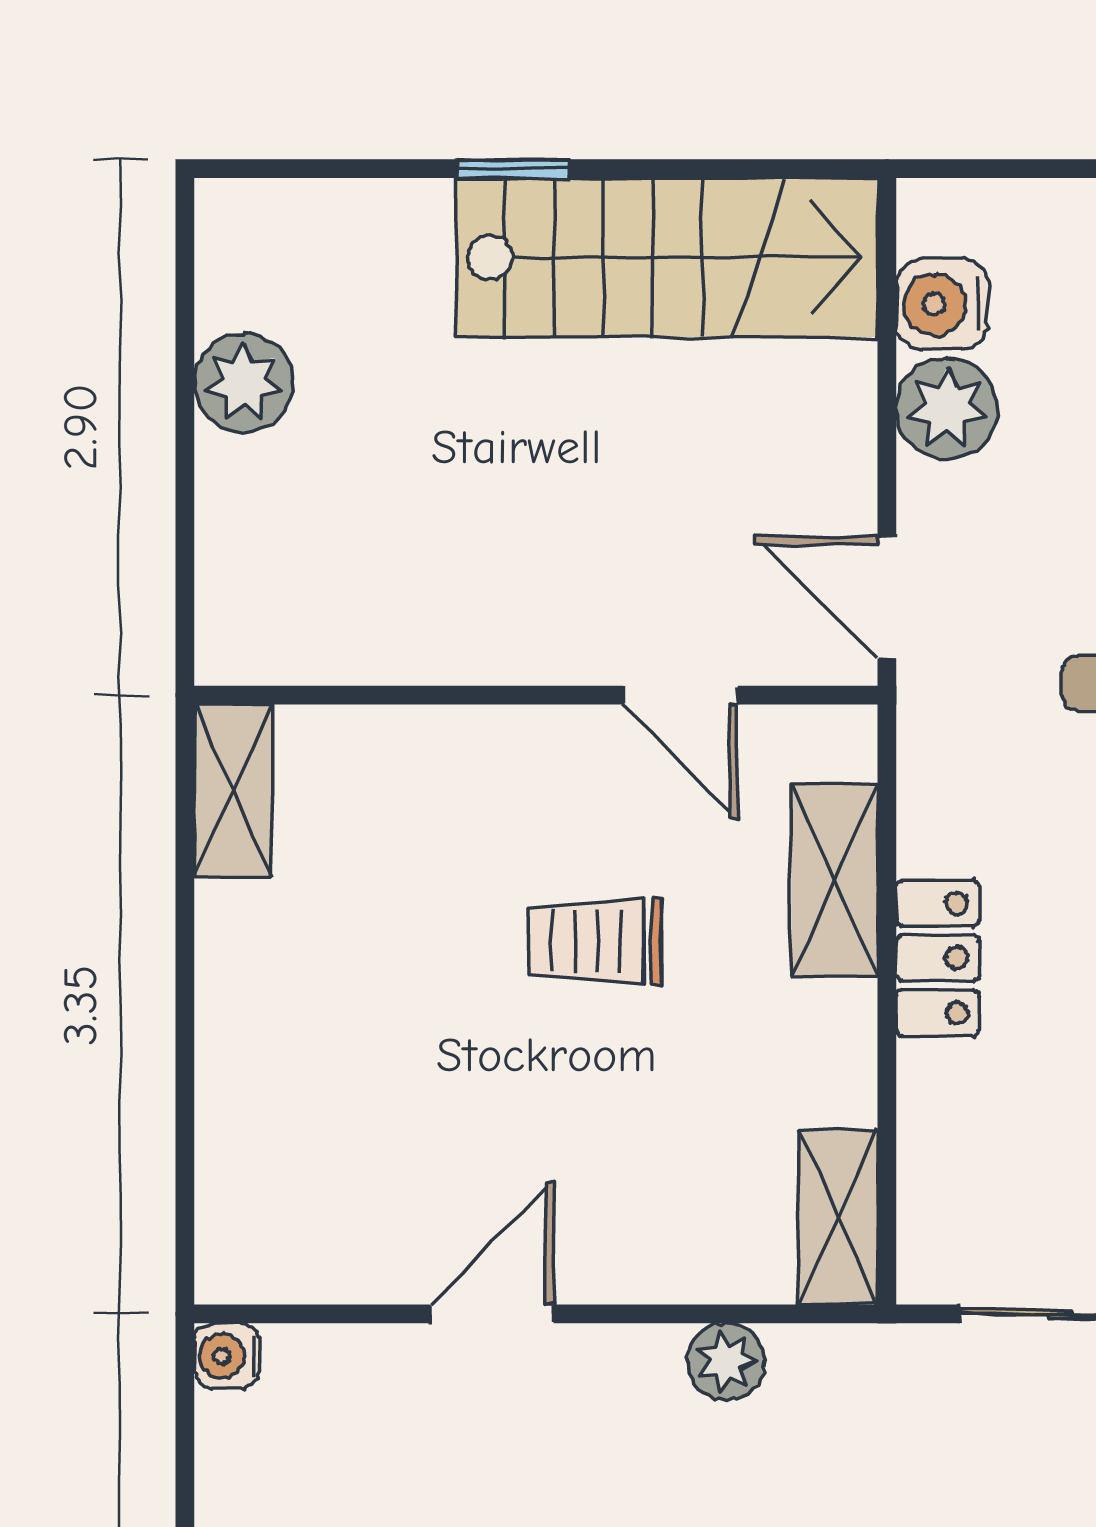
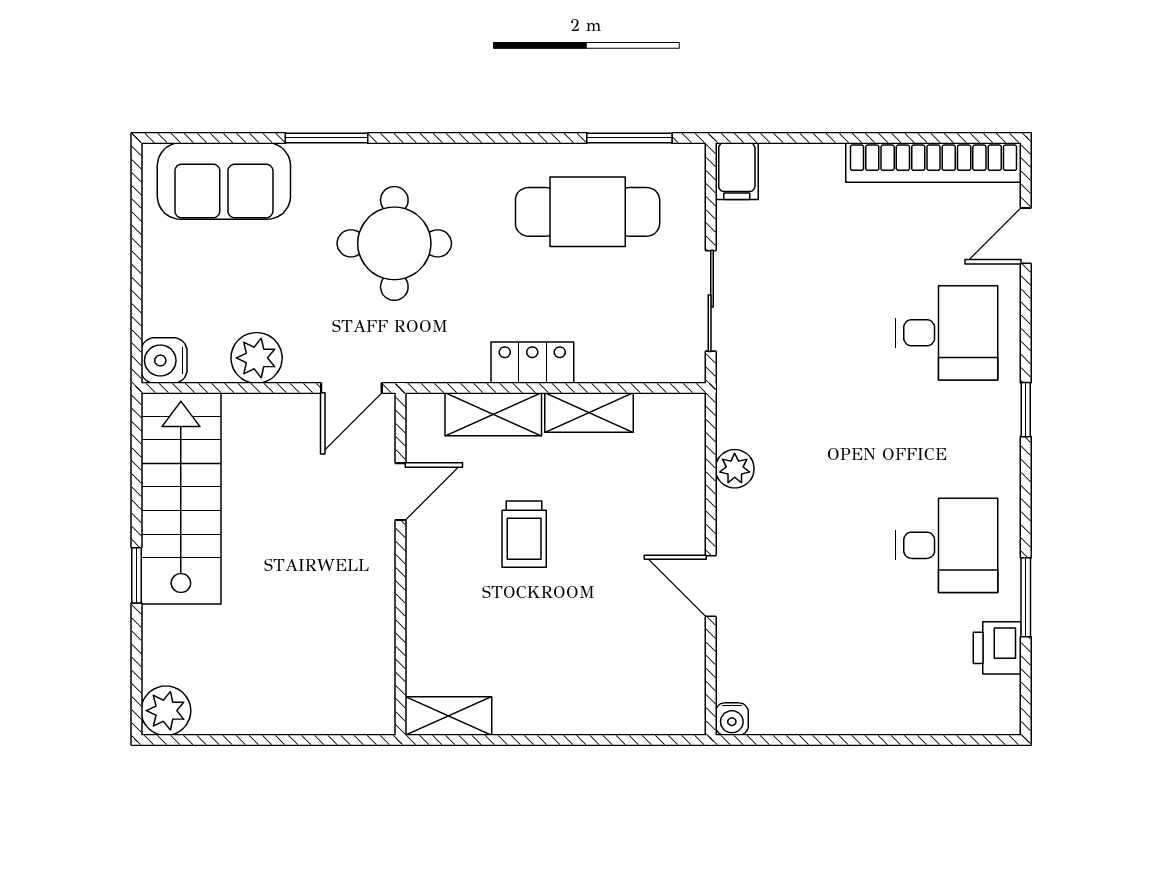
water cooler: (942, 304) -> (164, 361), moved, turned 90
plant: (244, 382) -> (166, 711), moved
shelving: (838, 1217) -> (589, 413), moved

